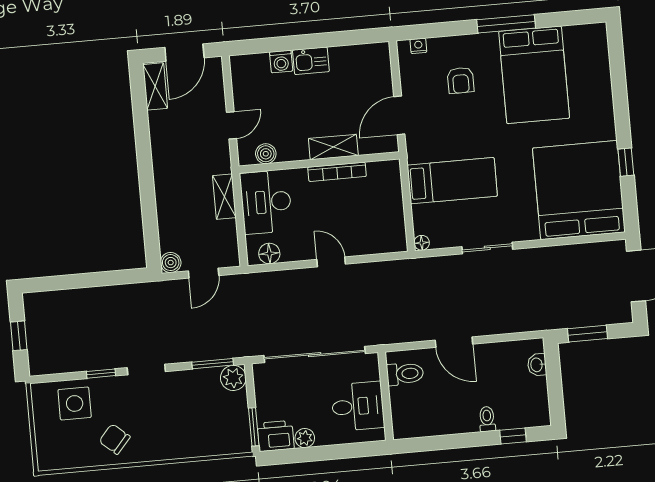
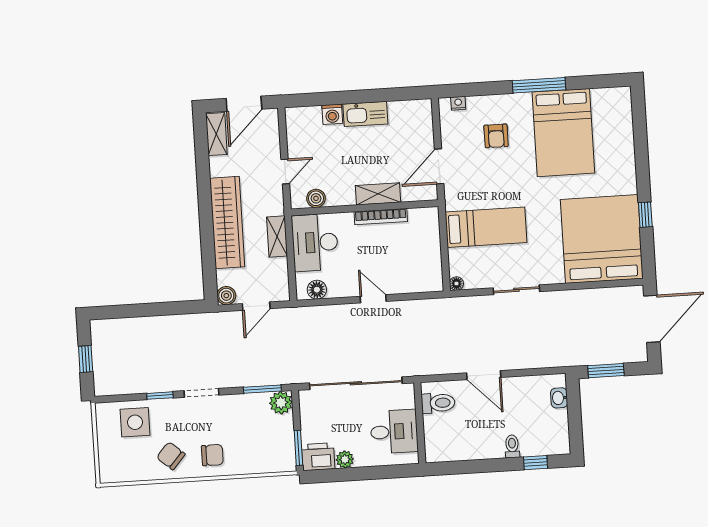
kitchen sink: (311, 61) -> (365, 114), width x1.38
wardrobe: (169, 183) -> (227, 222), added
chair: (160, 437) -> (212, 455), added

